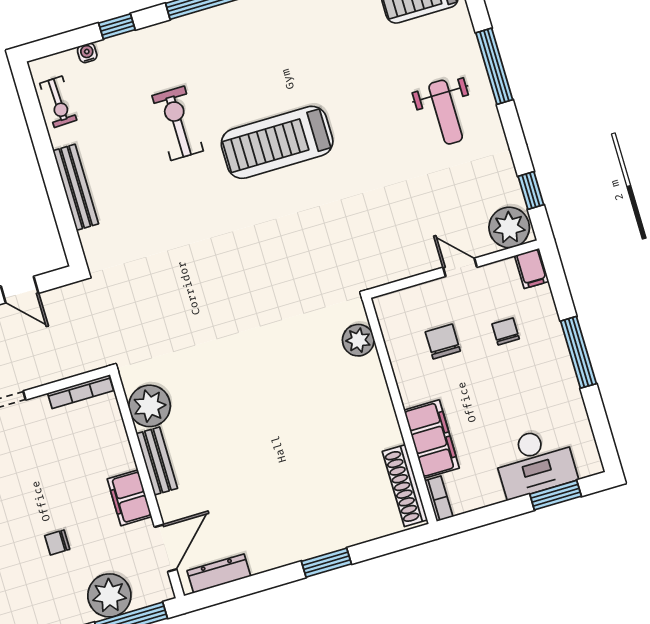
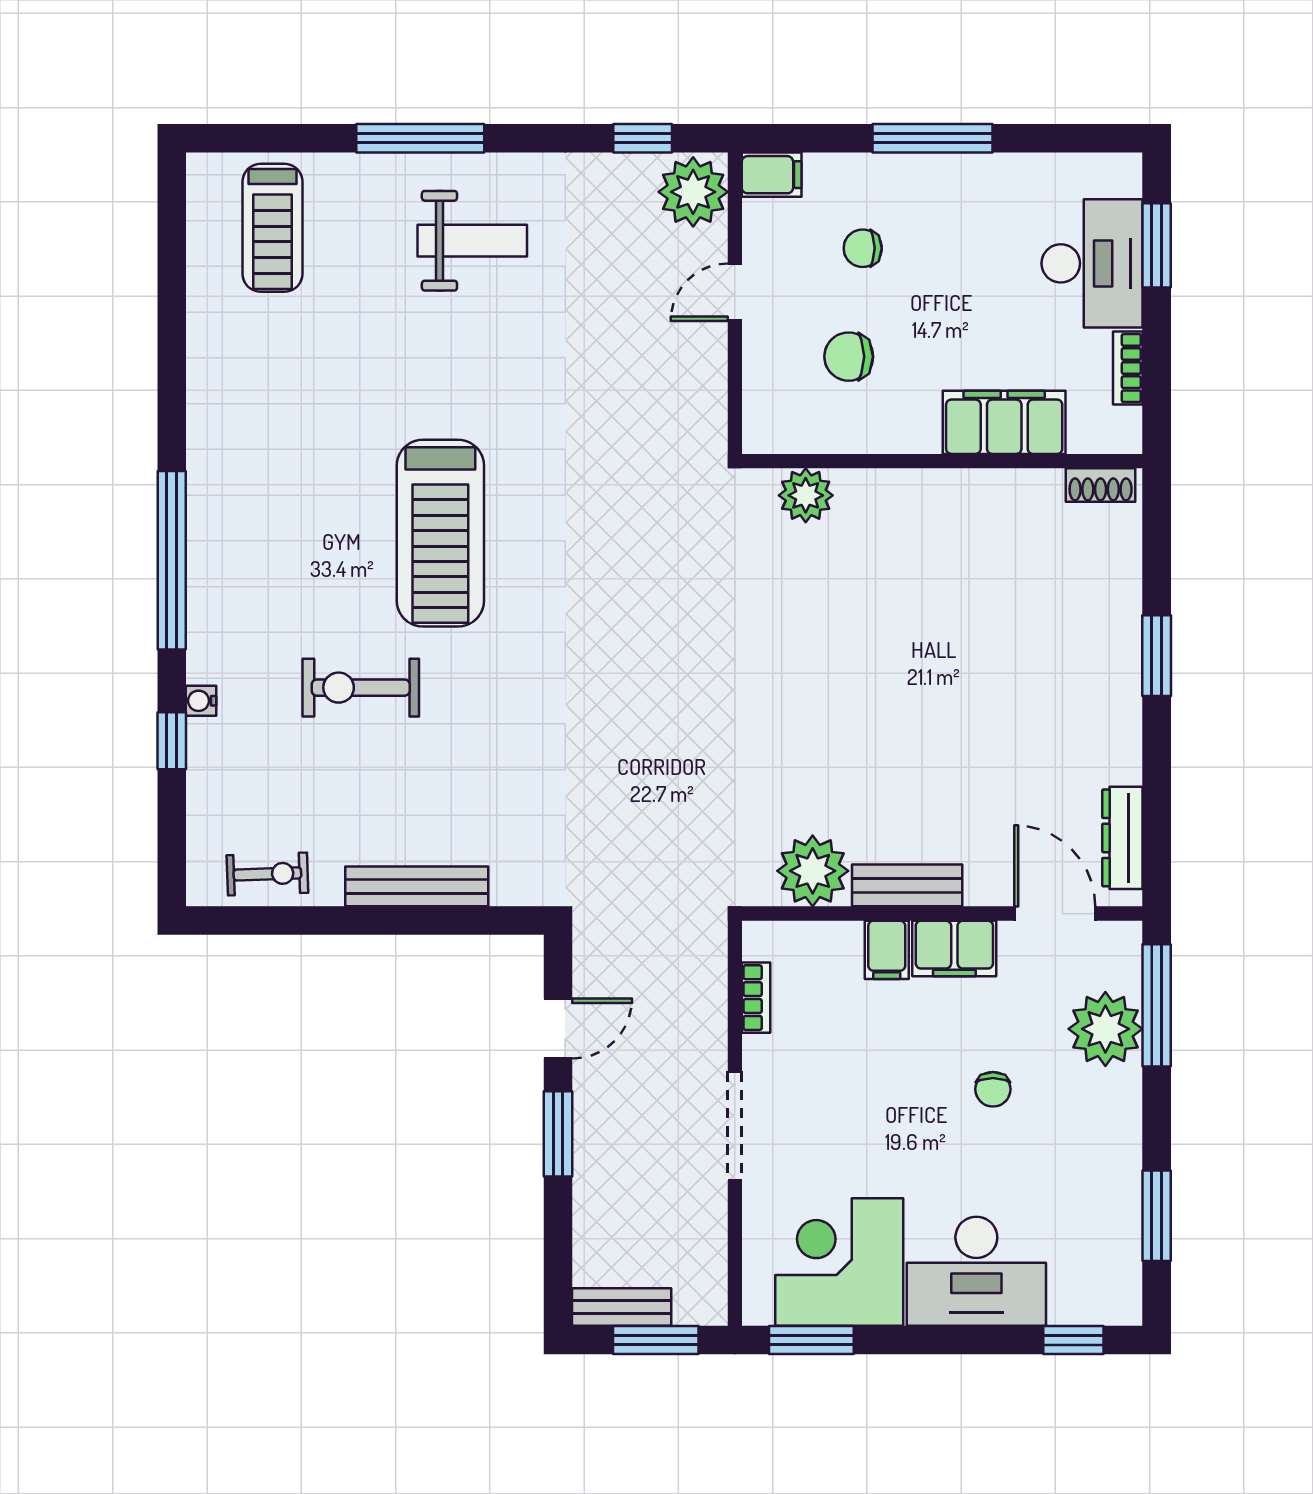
water cooler: (87, 53) -> (201, 701), moved
bookcase: (81, 392) -> (756, 998), width x0.64
filing cabinet: (118, 460) -> (887, 950), added
shoe rack: (405, 486) -> (1101, 485), width x0.51, depth x0.81
bookcase: (439, 499) -> (1128, 368), moved, turned -90

